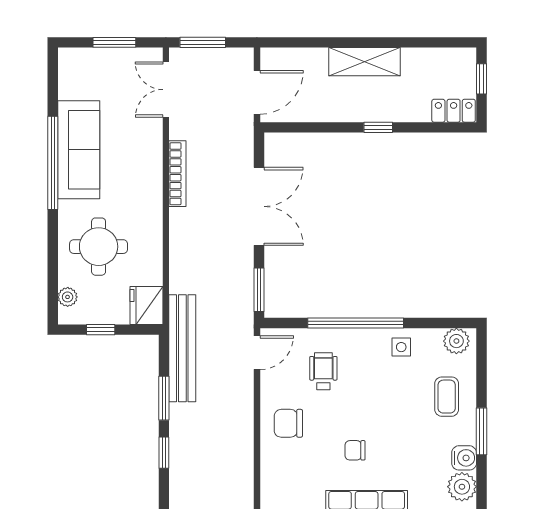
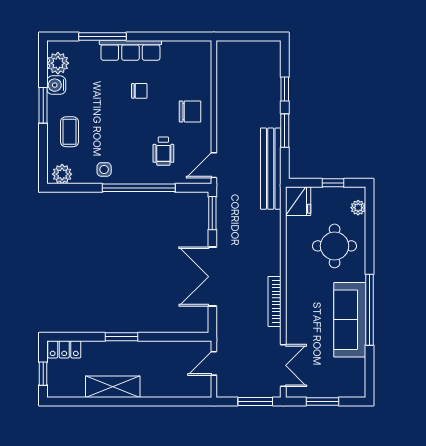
shelving: (365, 62) -> (113, 387), moved
door: (257, 92) -> (214, 363), width x0.73
window: (378, 127) -> (122, 337), width x1.50

